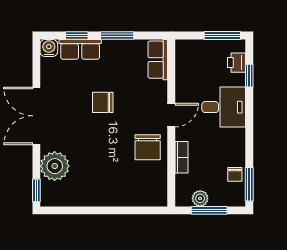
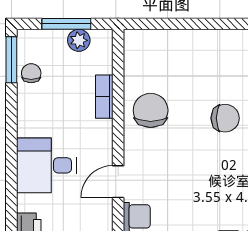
window: (249, 76) -> (11, 208), removed
chair: (103, 102) -> (225, 118), moved
door: (171, 115) -> (118, 182), moved

